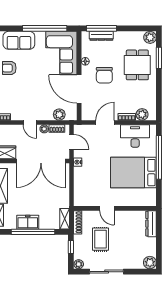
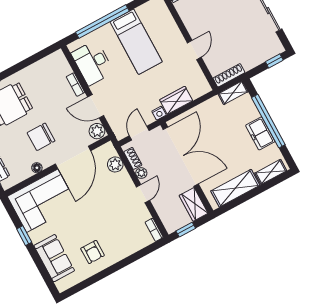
window: (45, 28) -> (24, 236), width x0.32
chair: (104, 75) -> (41, 137), turned 180
plant: (142, 114) -> (97, 131), moved
bed: (133, 173) -> (136, 42), width x0.67
wardrobe: (80, 178) -> (176, 100), added
rug: (101, 239) -> (234, 38), removed
window: (71, 247) -> (274, 61), moved
plant: (79, 264) -> (277, 48), removed

